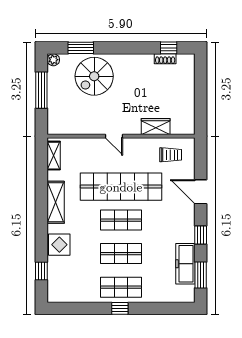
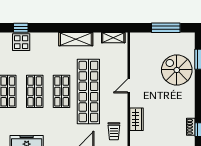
plant: (53, 60) -> (190, 37), removed
display table: (59, 245) -> (21, 42), moved

